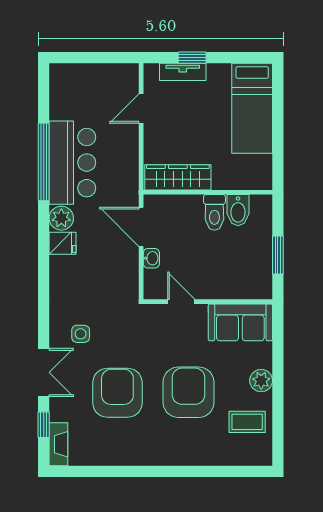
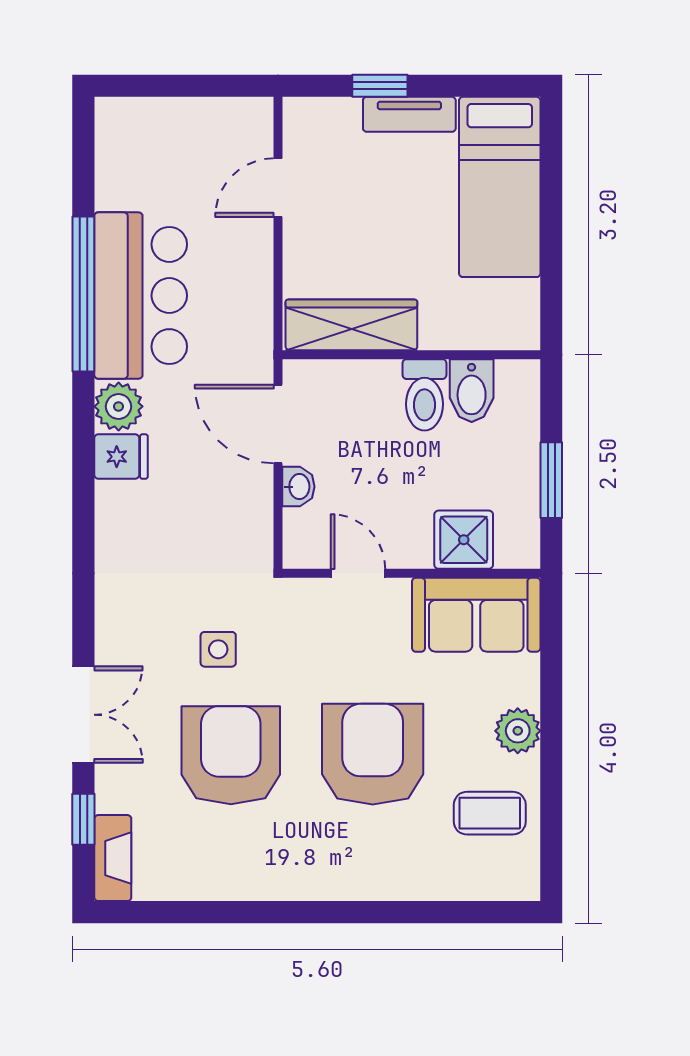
tv unit: (183, 72) -> (409, 114), moved
shower: (234, 285) -> (464, 540), added
side table: (81, 334) -> (218, 649), moved

